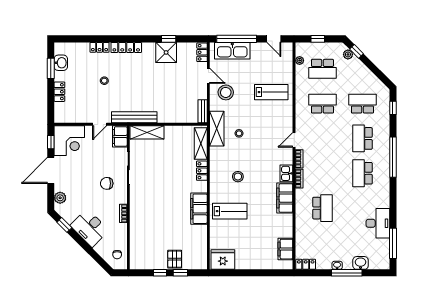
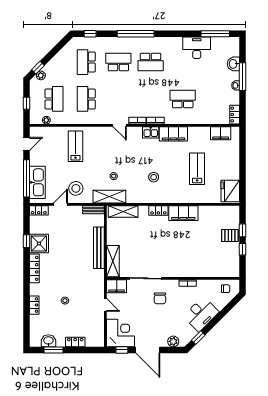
locker: (126, 47) -> (34, 268), moved
bench: (134, 117) -> (99, 248), moved
school desk: (362, 138) -> (118, 62), turned 180
locker: (202, 171) -> (158, 210), moved
lab bench: (230, 211) -> (197, 169), moved

